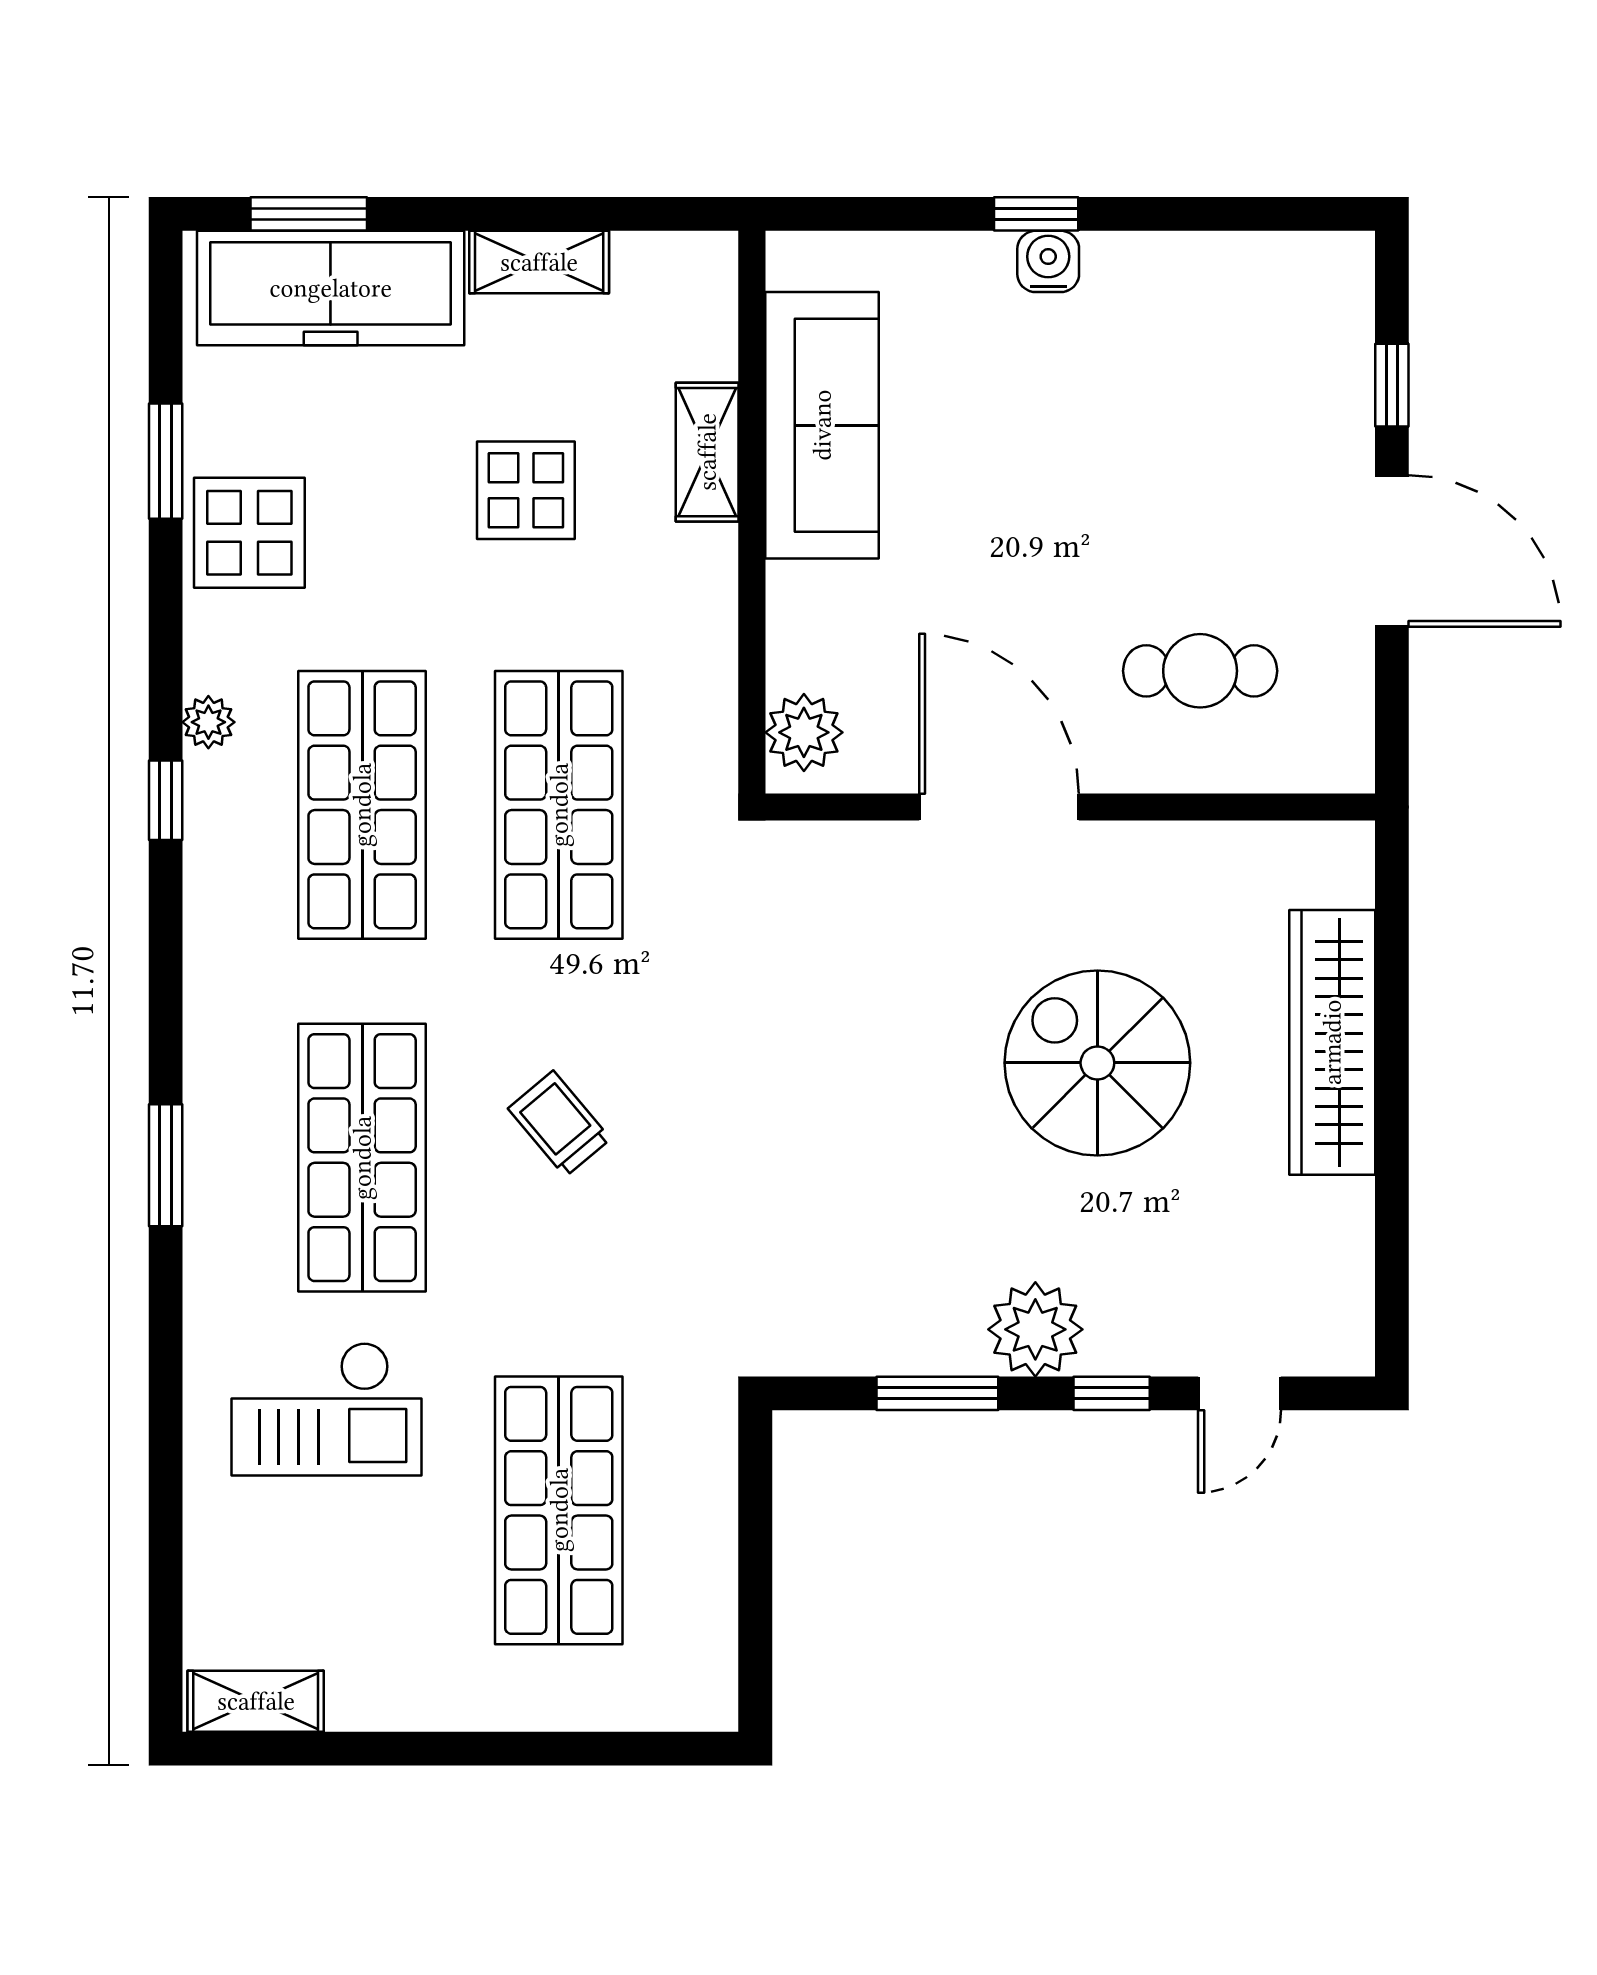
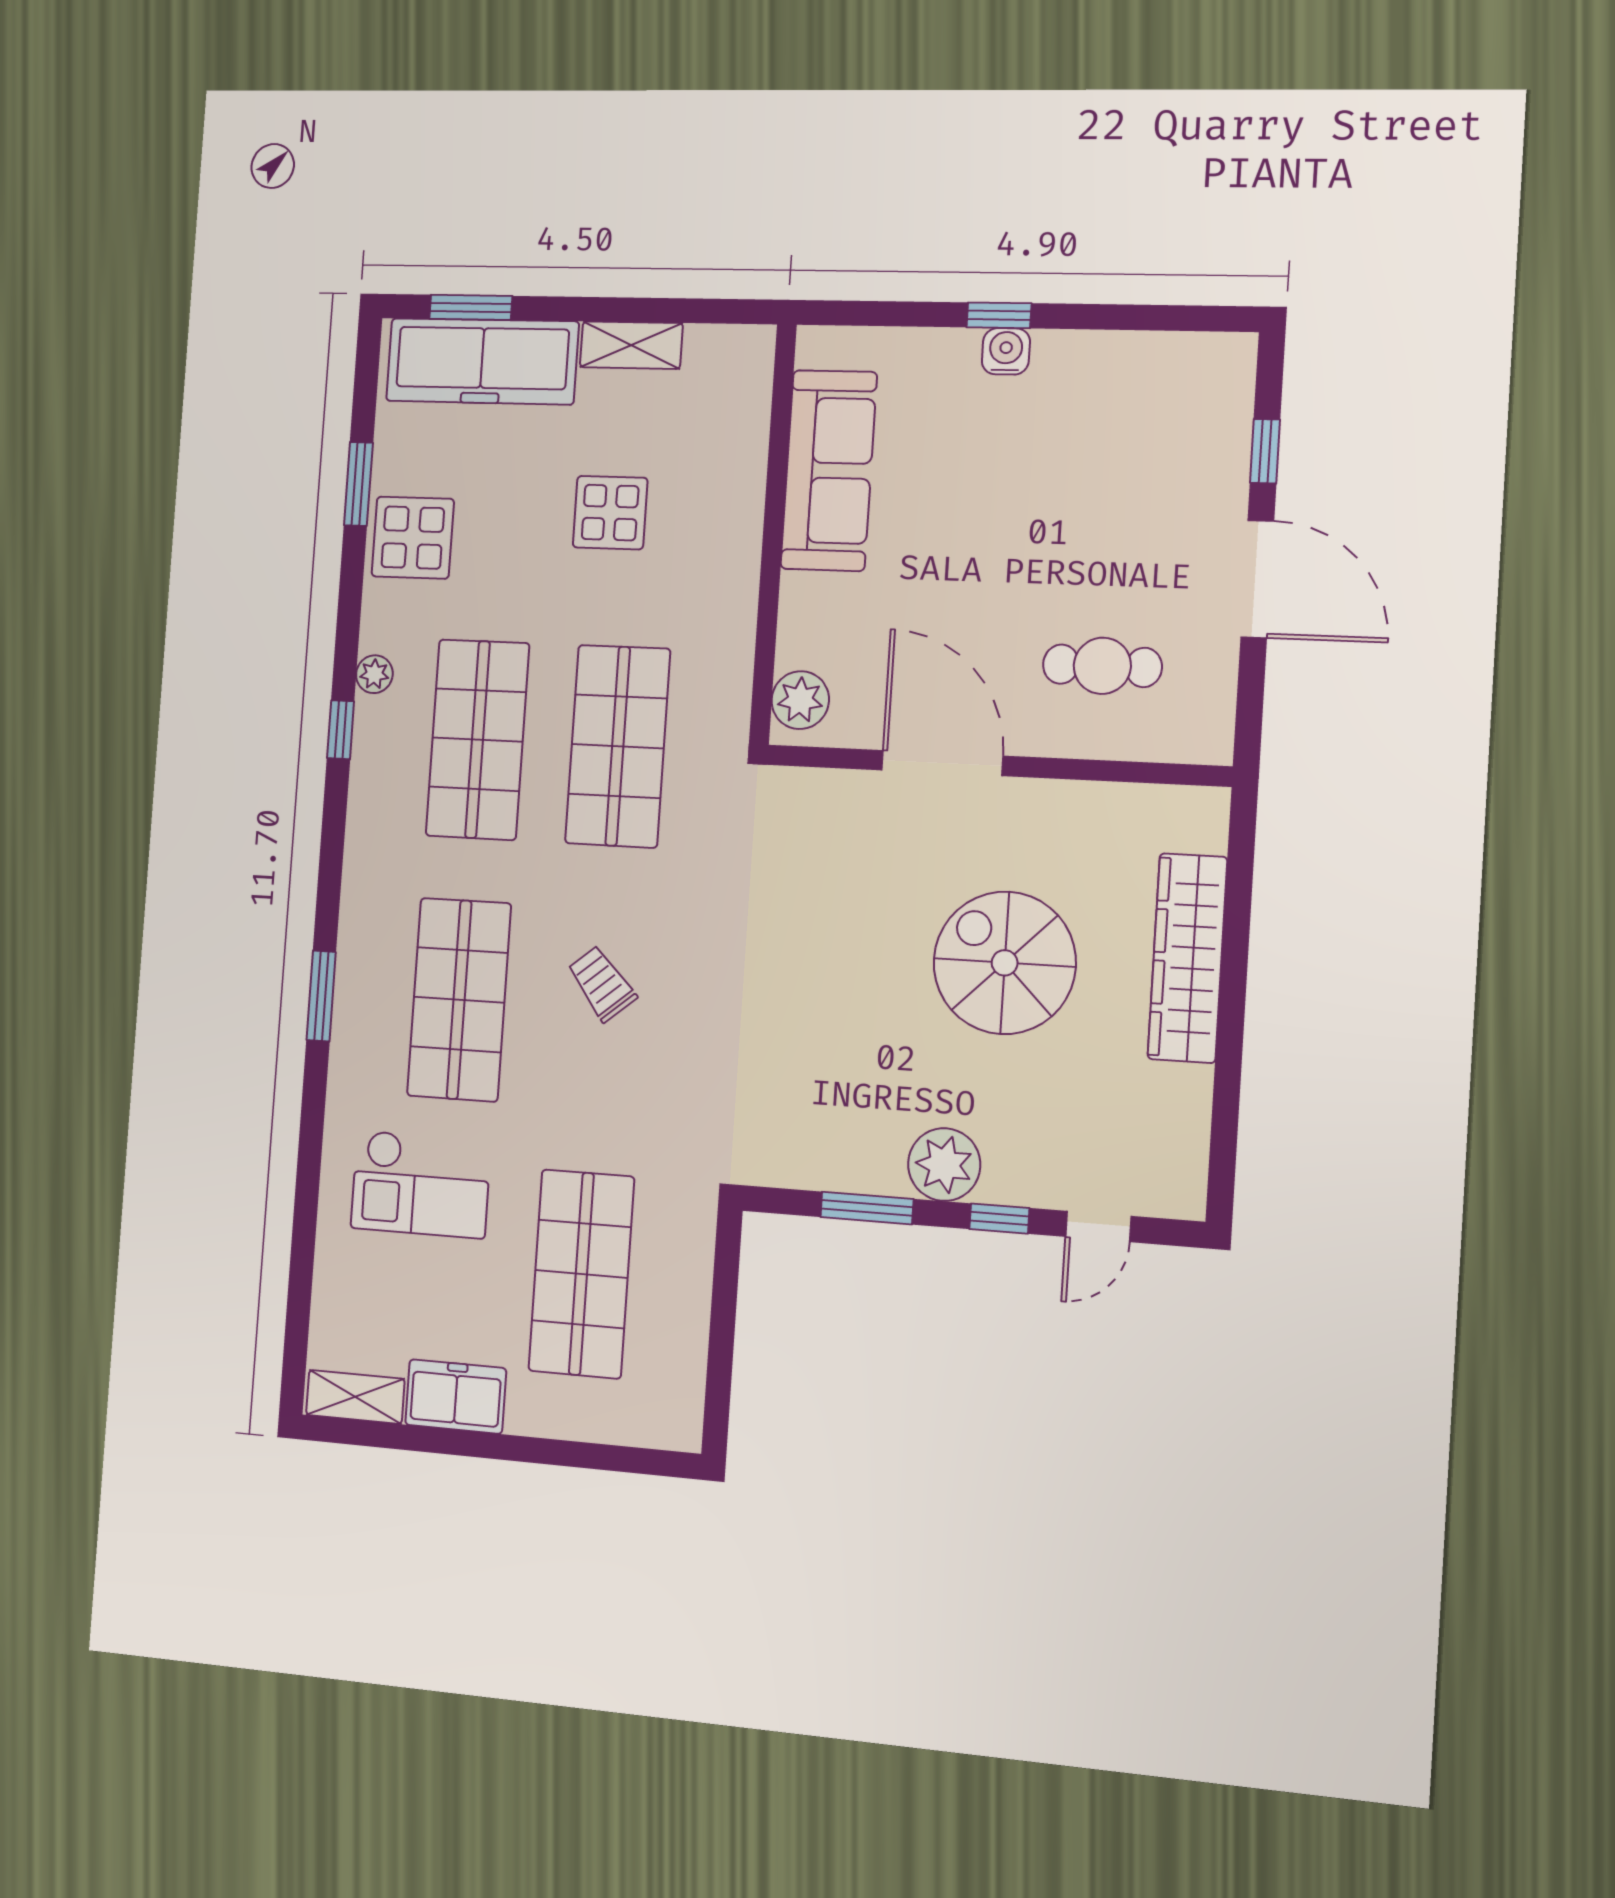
shelving: (707, 452) -> (743, 488), removed
freezer: (397, 1688) -> (456, 1397), added

